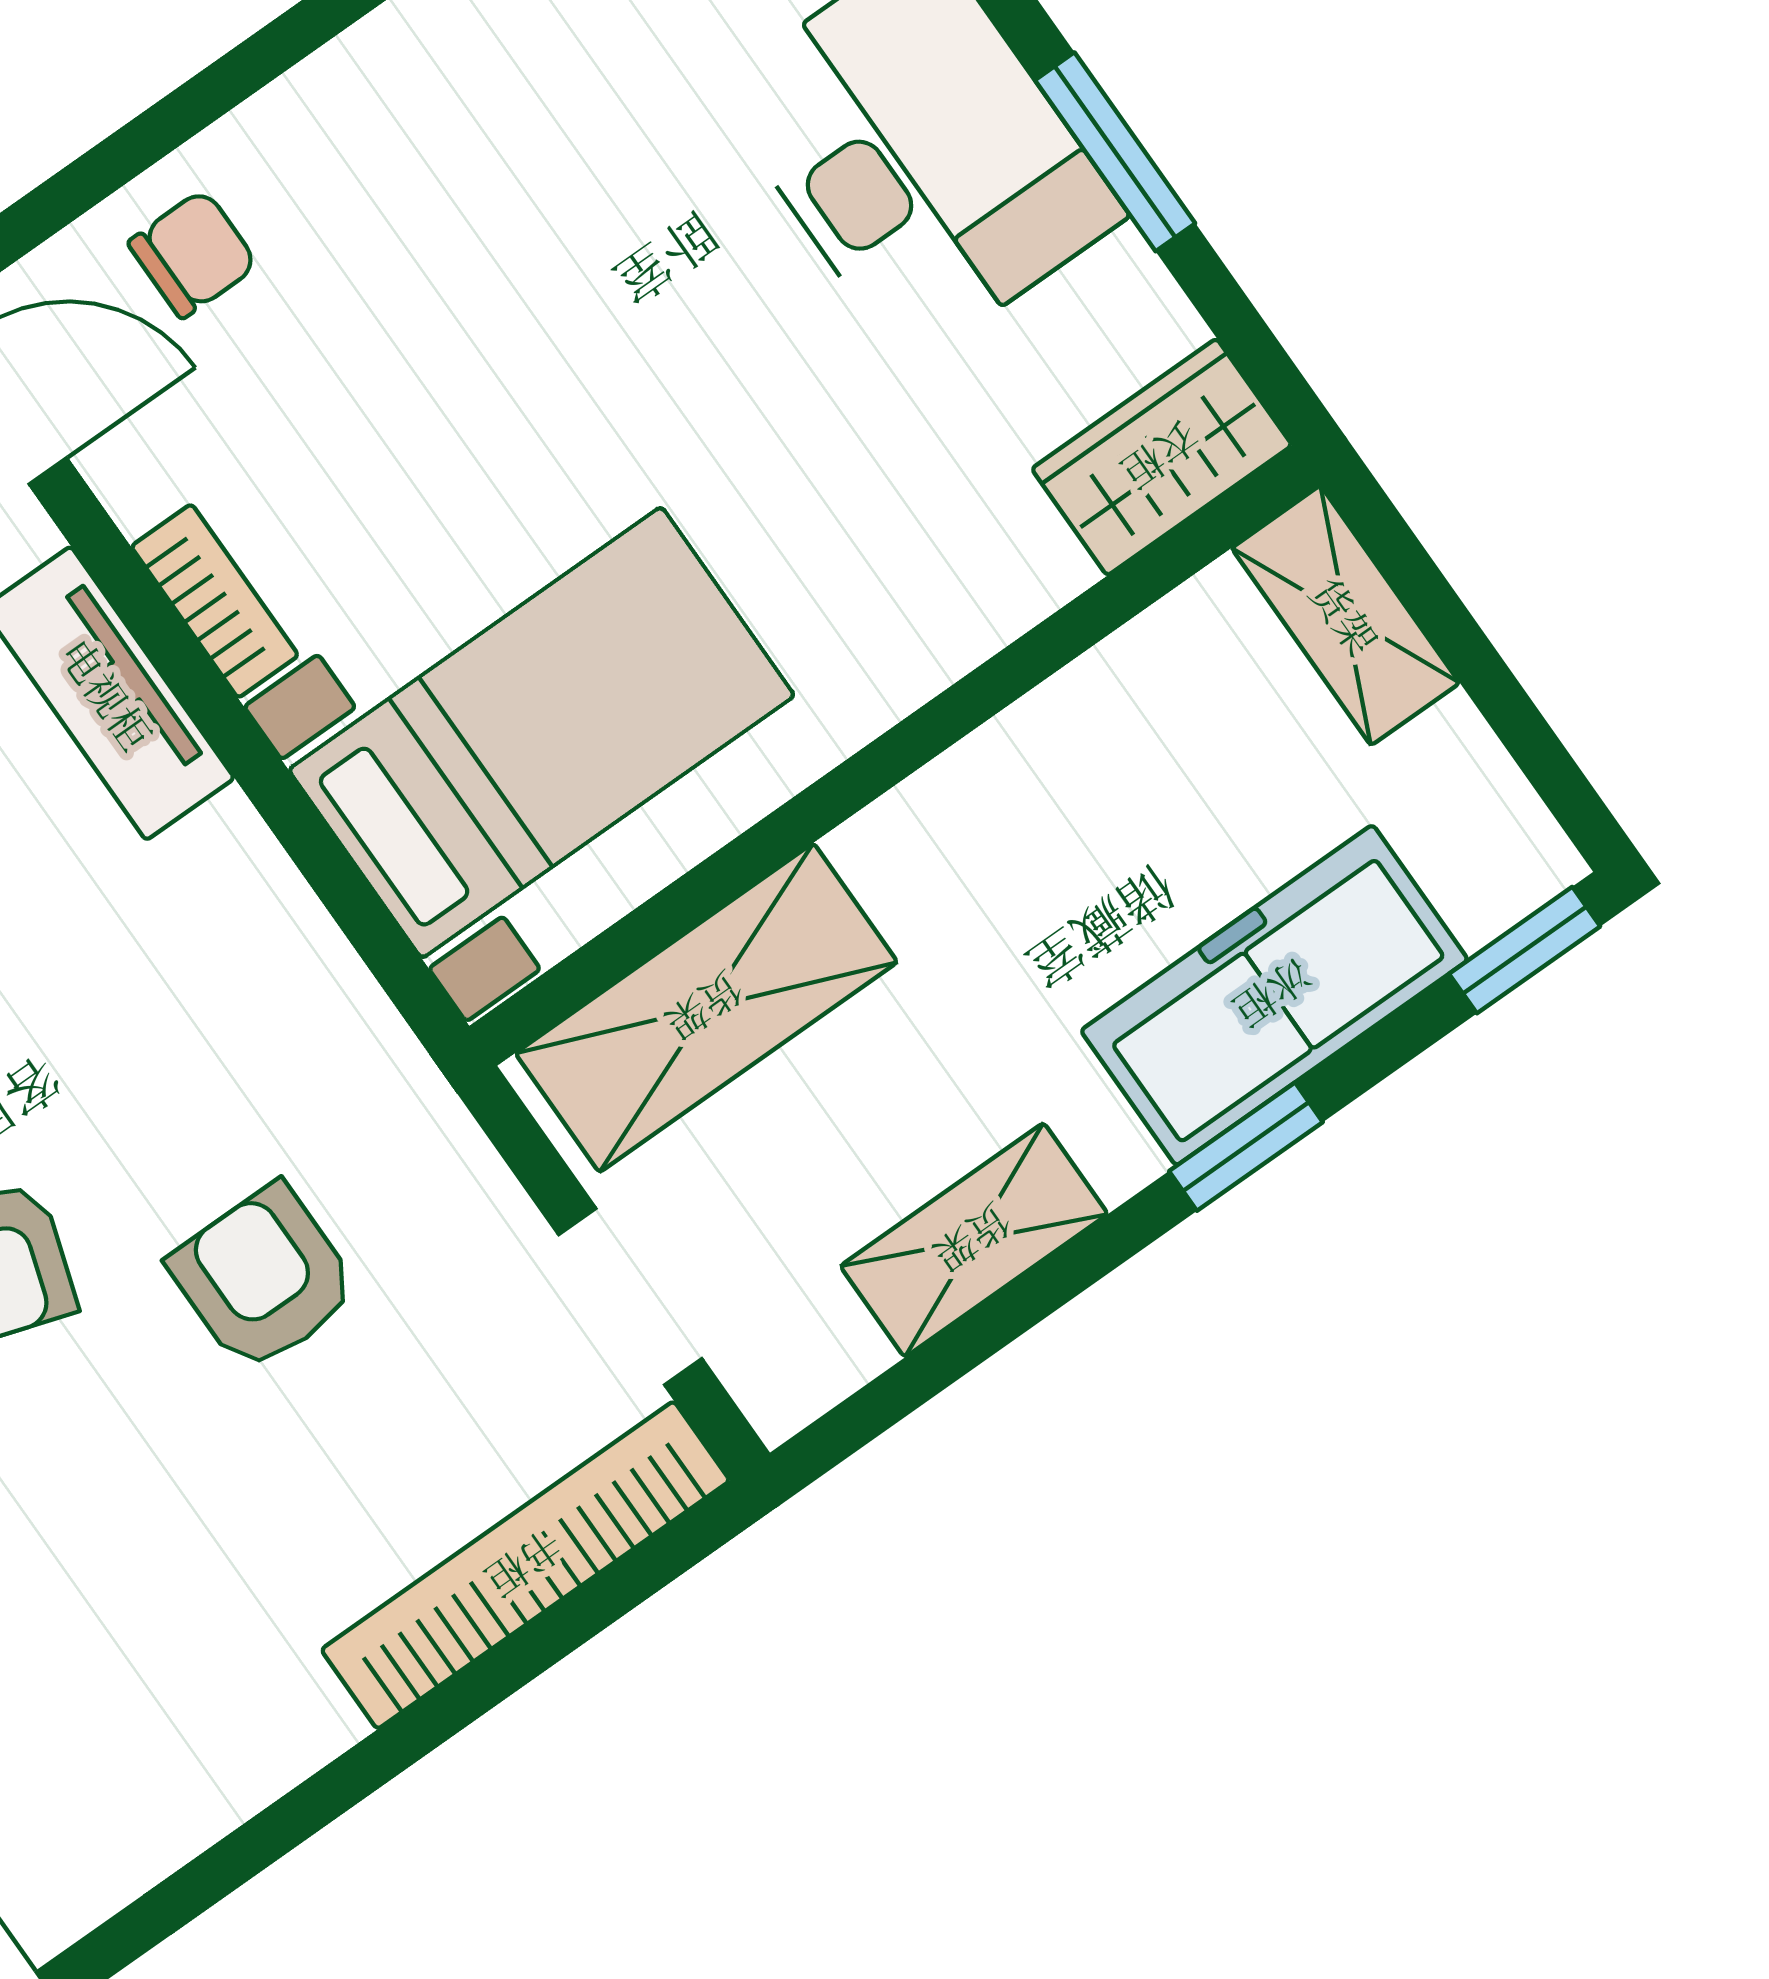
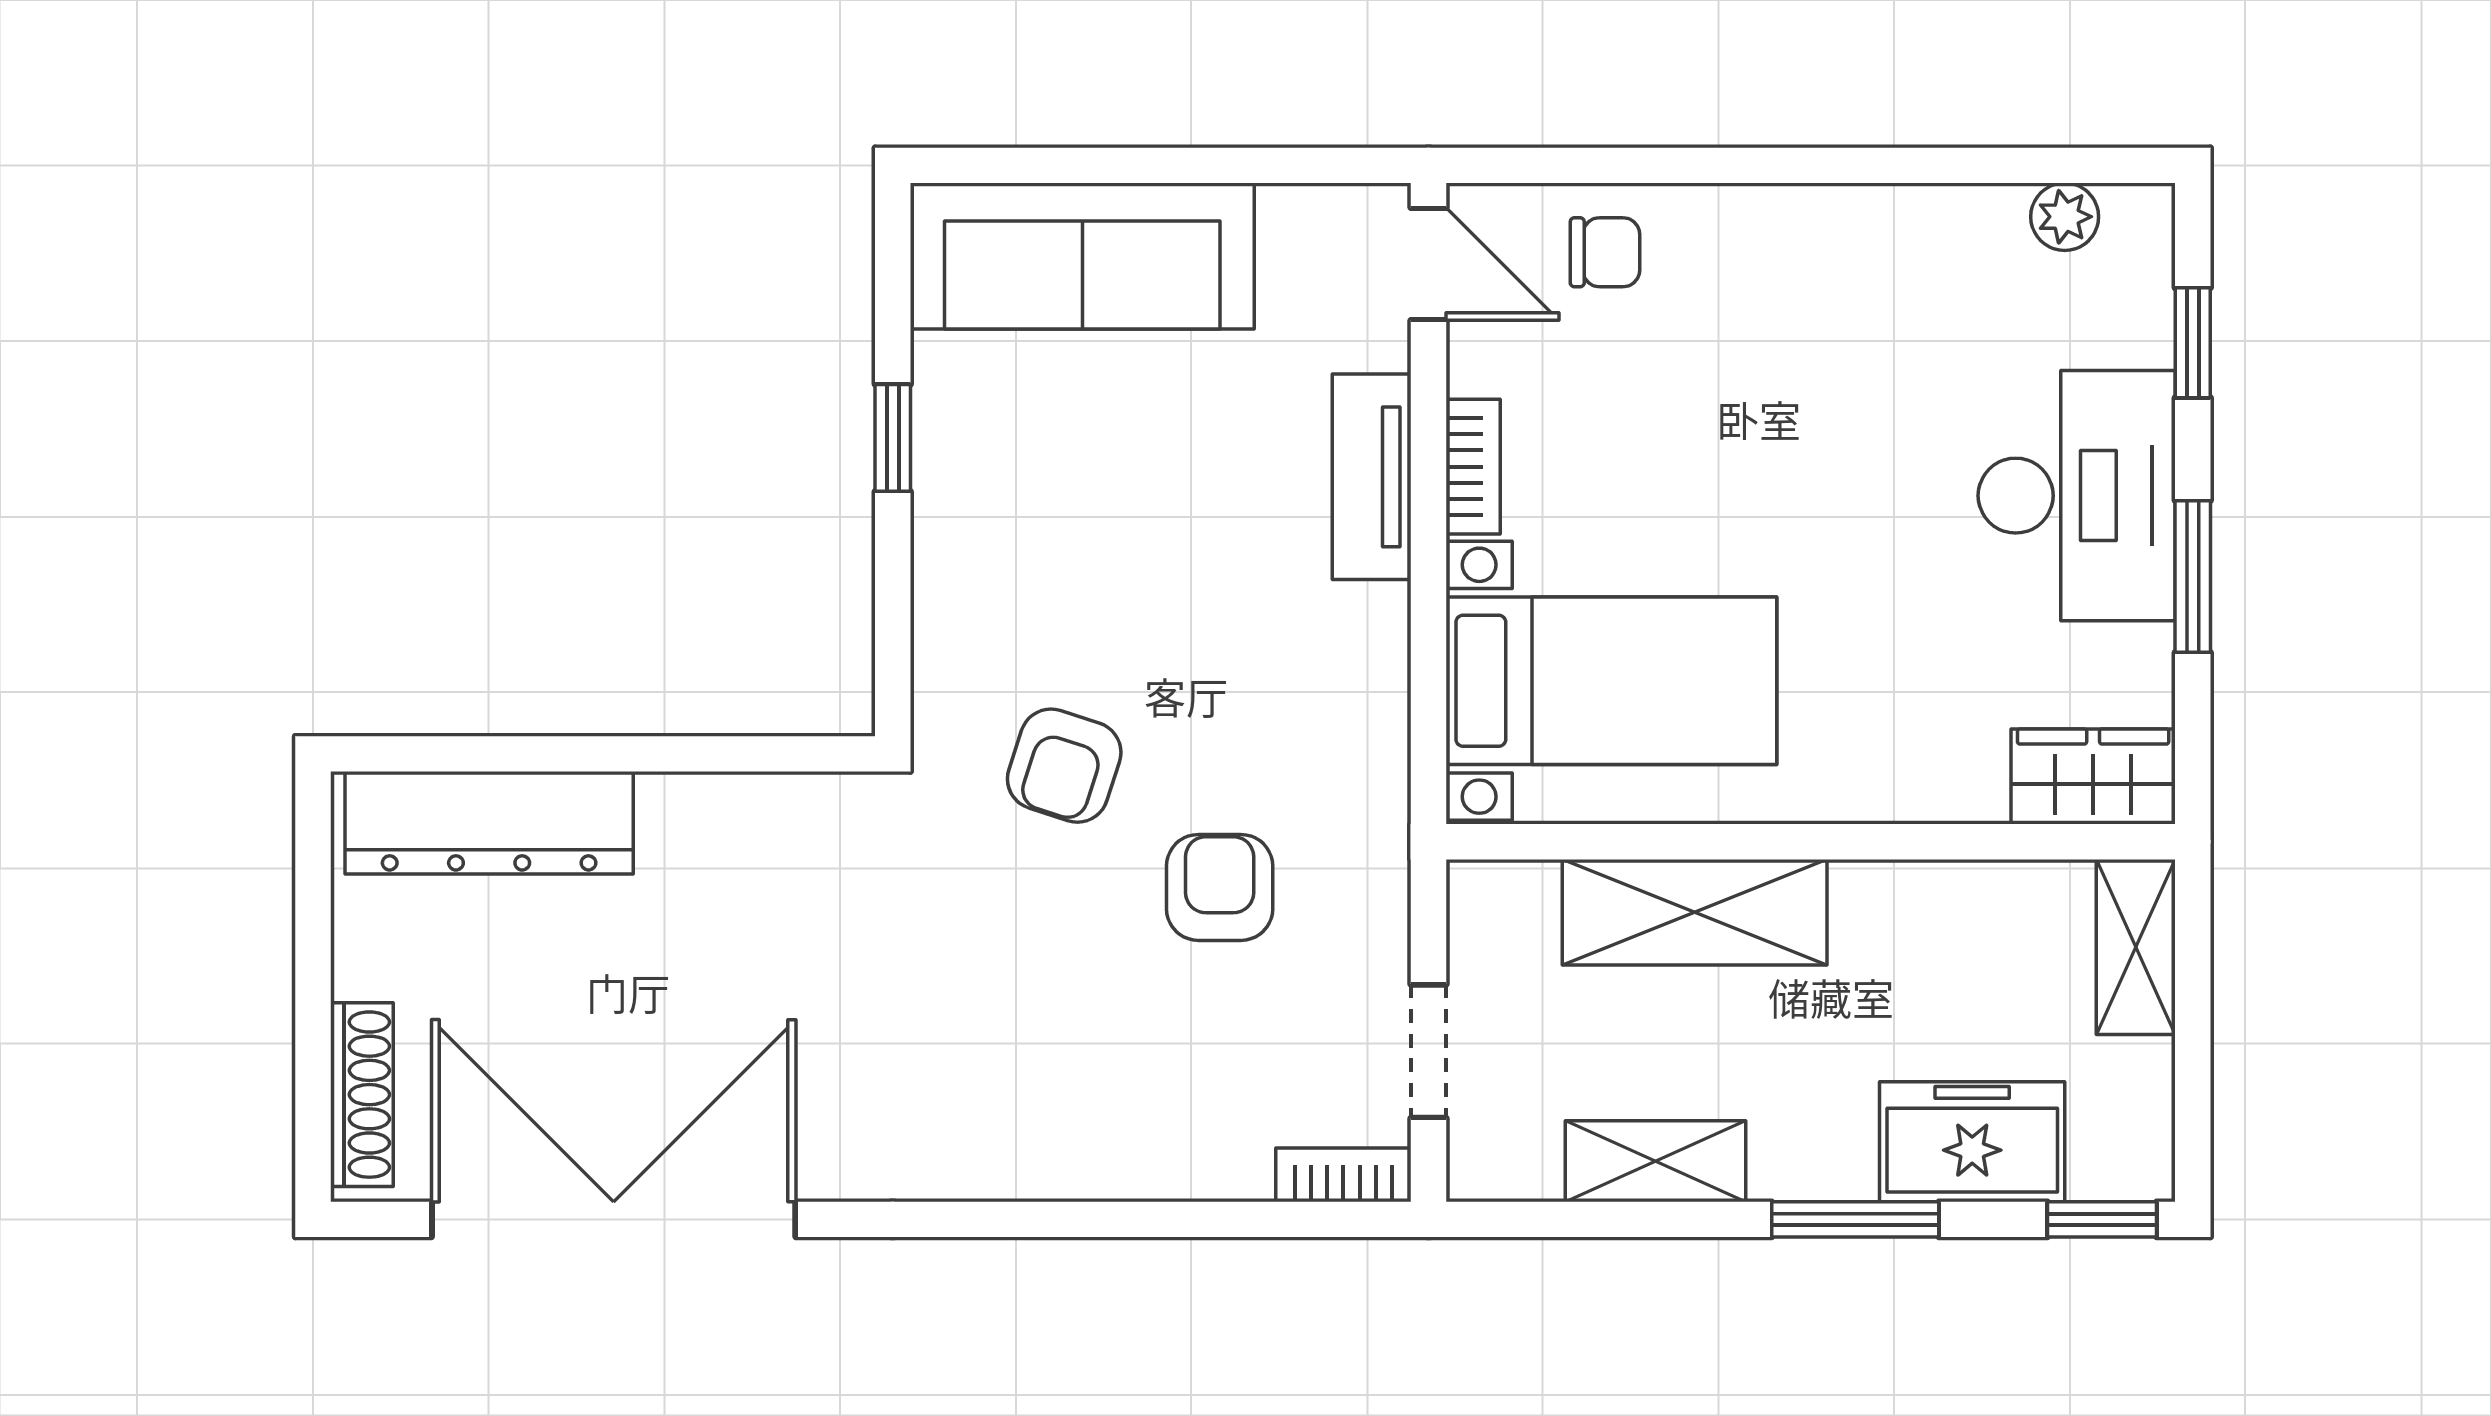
freezer: (1274, 995) -> (1972, 1142), width x0.71
shelving: (706, 1008) -> (1695, 912), moved
window: (1246, 1147) -> (1855, 1219), width x1.50
bookcase: (526, 1565) -> (1343, 1175), width x0.43, depth x0.76

